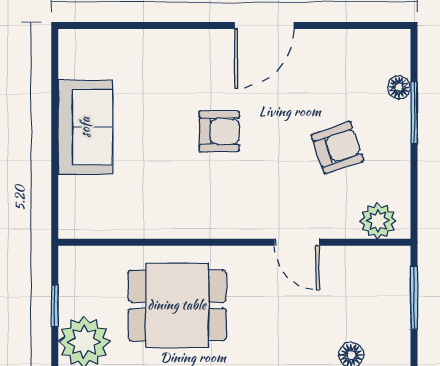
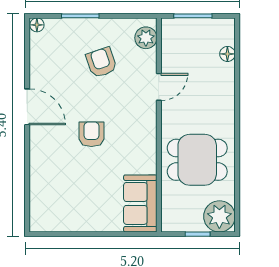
floor lamp: (399, 87) -> (37, 25), moved
sofa: (85, 127) -> (140, 203), moved, turned -90
dining table: (177, 305) -> (197, 160), turned 90

